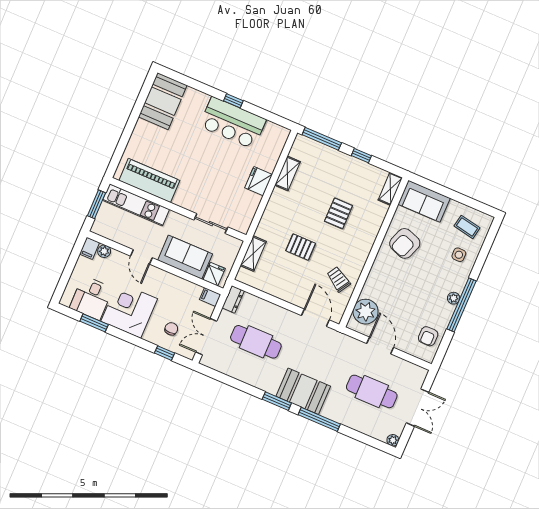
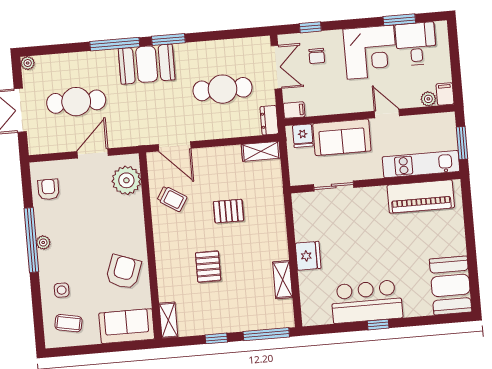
shelving: (253, 253) -> (261, 151), moved, turned 90
door: (380, 346) -> (93, 153), swing flipped

